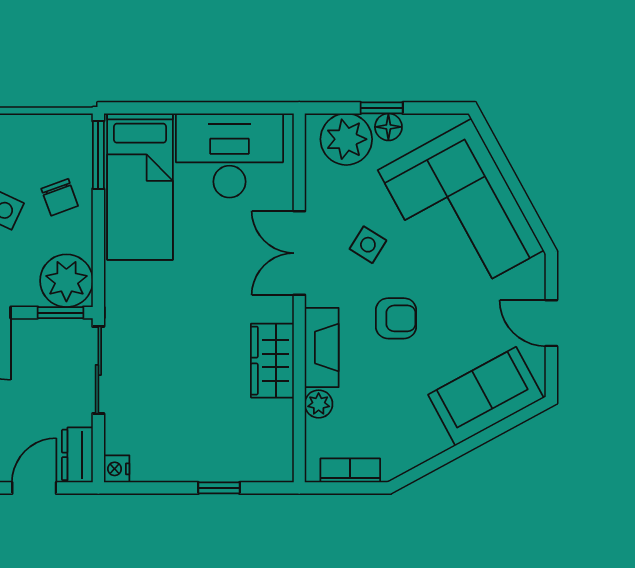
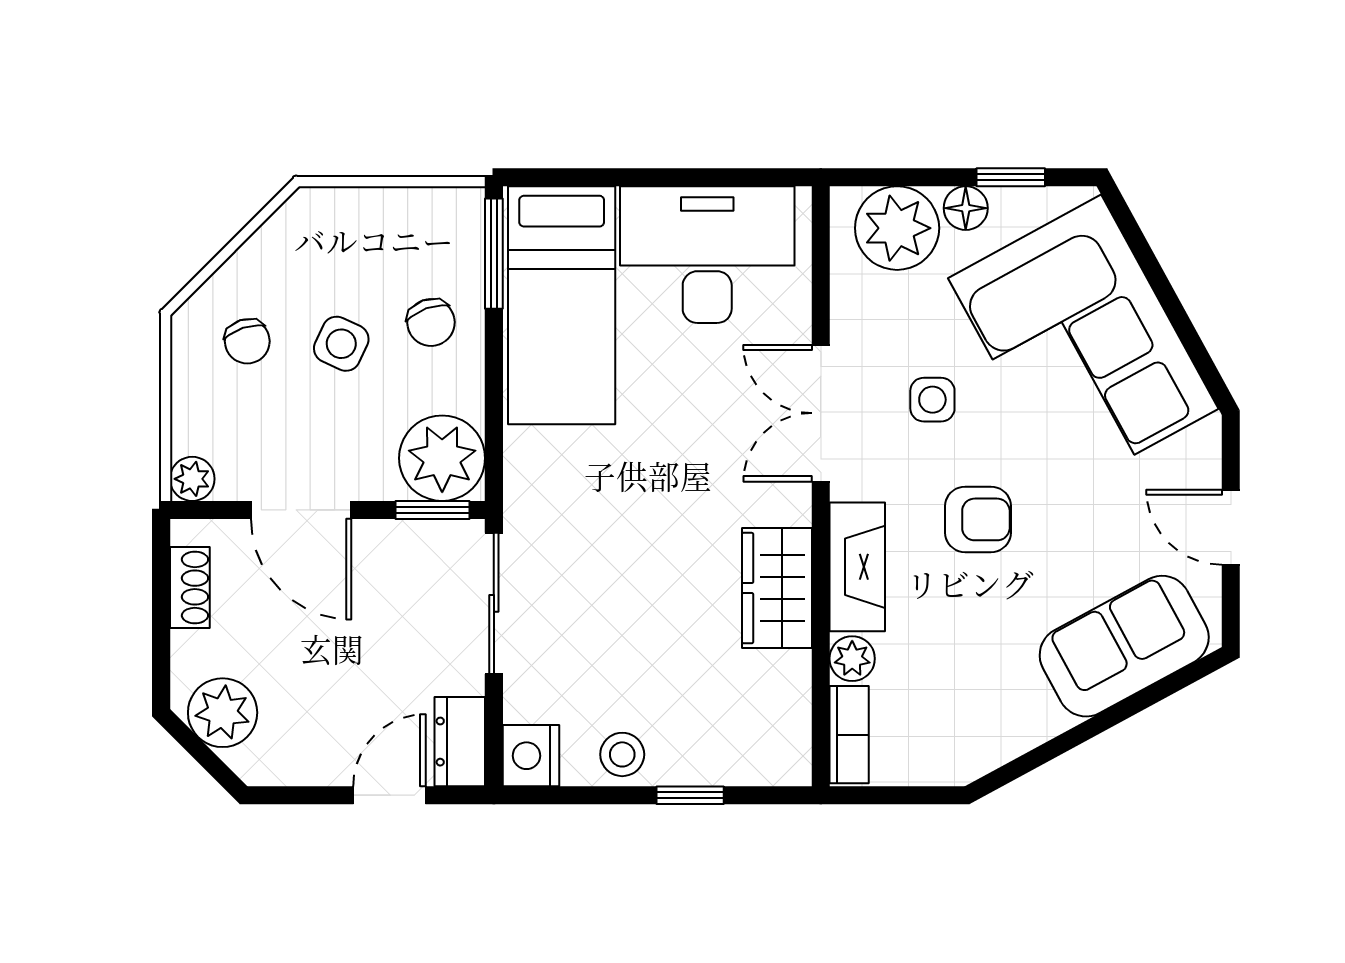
window: (382, 108) -> (1011, 177), moved
side table: (368, 245) -> (932, 400), turned -32
stool: (177, 463) -> (622, 754), added
nightstand: (117, 469) -> (531, 756), width x1.39, depth x1.35
bookcase: (350, 470) -> (849, 735), moved, turned 90

